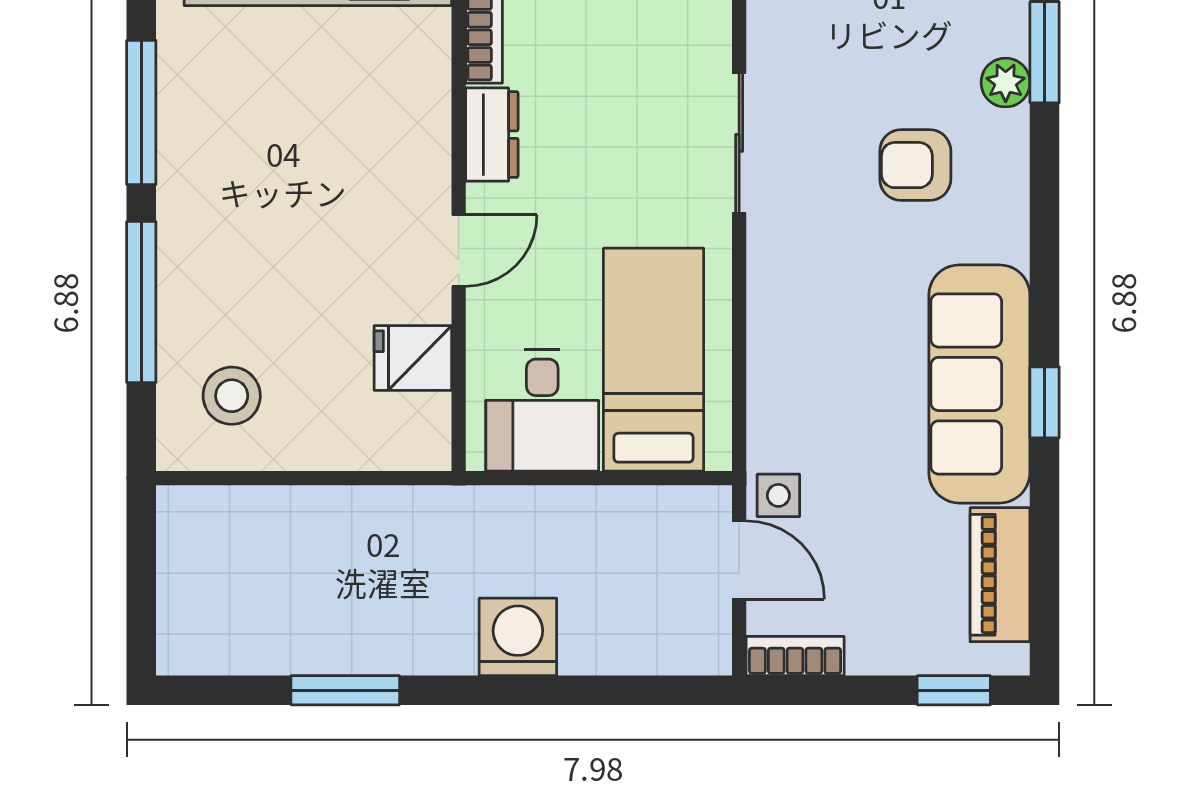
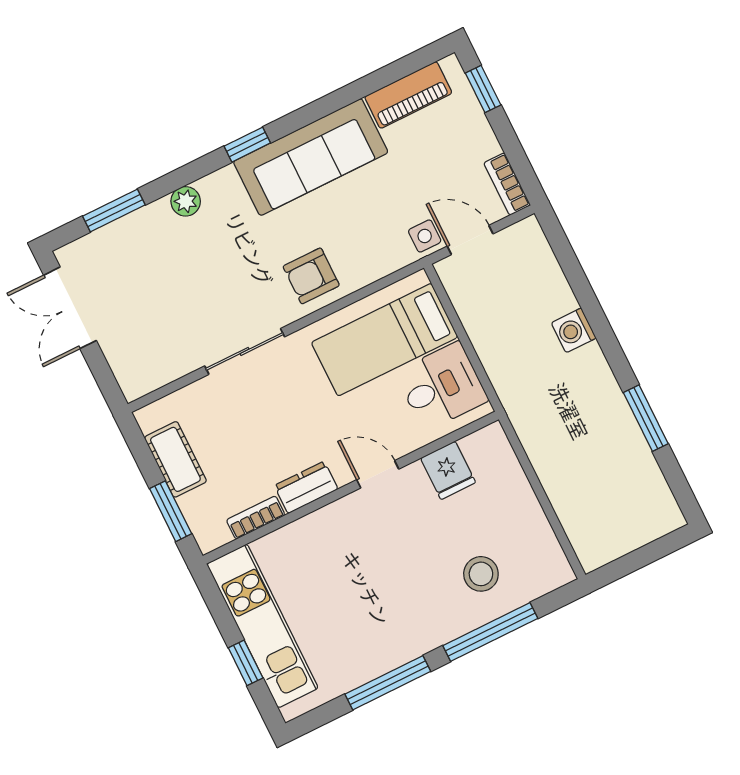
plant: (1006, 83) -> (186, 201), moved
armchair: (915, 165) -> (311, 276), moved, turned 90
stool: (232, 396) -> (481, 574), moved
window: (1045, 402) -> (247, 145), moved
door: (739, 560) -> (470, 240), hinge flipped
washing machine: (518, 637) -> (574, 330), width x0.73, depth x0.73

